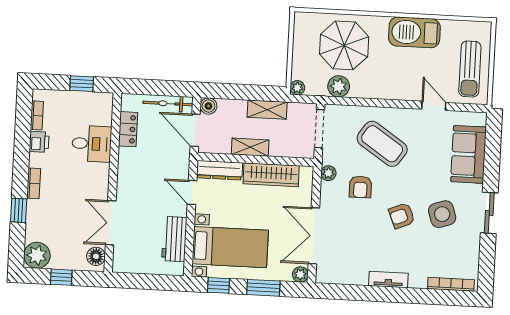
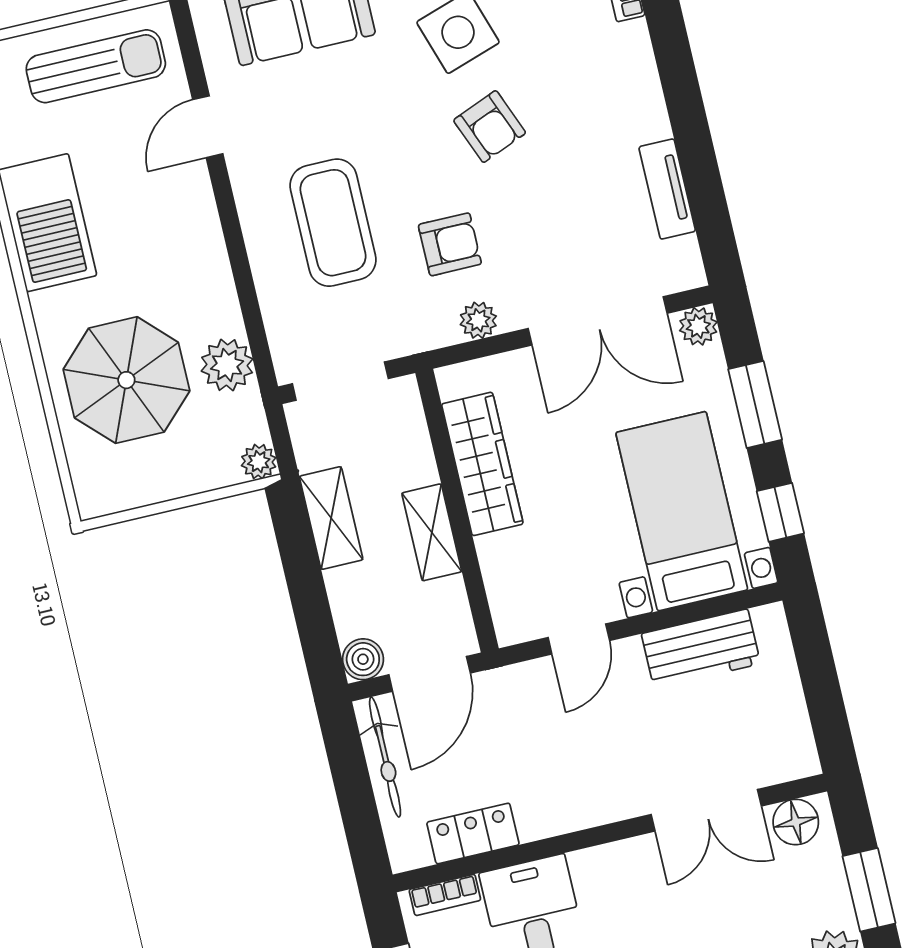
bookcase: (107, 111) -> (445, 895), added
coffee table: (382, 144) -> (333, 223), turned -34
dresser: (220, 170) -> (507, 589), removed
plant: (328, 173) -> (478, 320), moved
window: (61, 277) -> (869, 890), width x1.50
tv unit: (388, 280) -> (667, 189), moved

